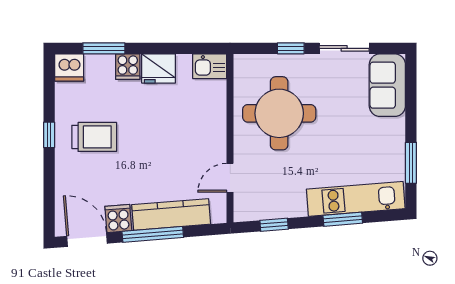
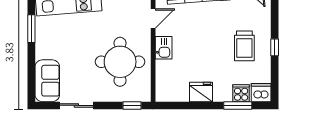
window: (291, 48) -> (132, 105), moved
kitchen sink: (210, 66) -> (164, 48), moved, turned 90
cooker: (128, 67) -> (241, 93), moved
trolley: (94, 137) -> (244, 46), turned -90

